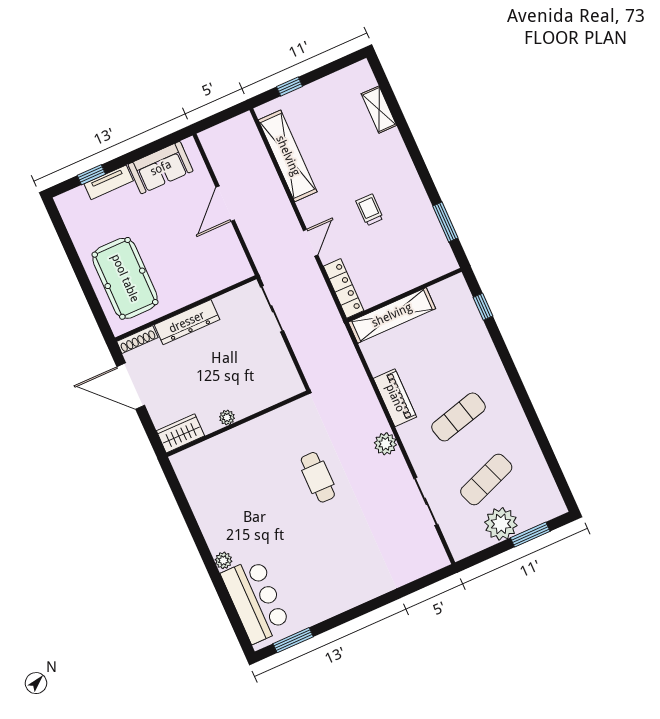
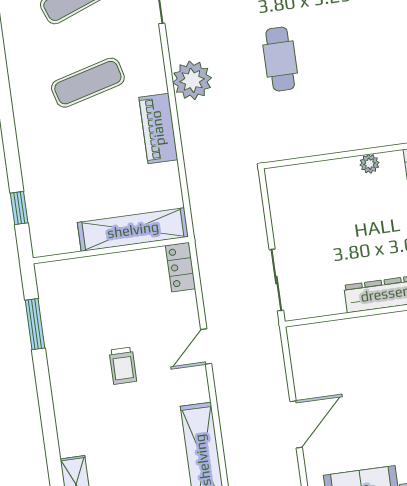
locker: (344, 288) -> (180, 267), width x0.66
plant: (385, 444) -> (192, 80), width x1.36, depth x1.36

